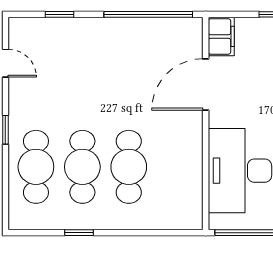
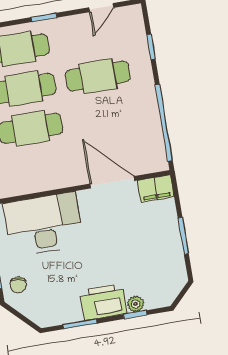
cafe table: (82, 80) -> (98, 76), added

